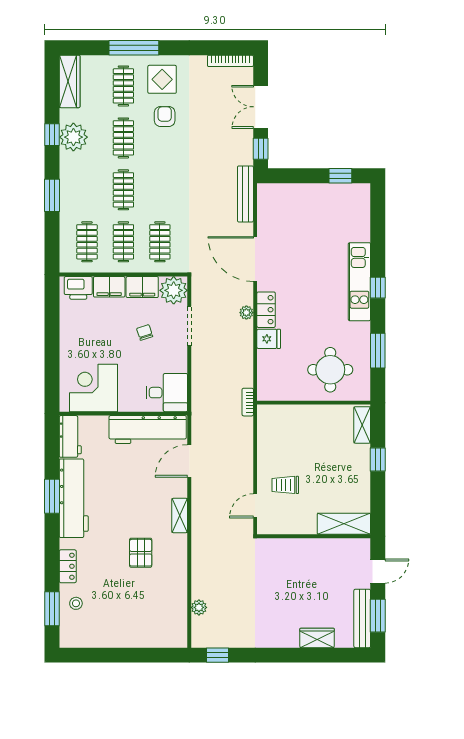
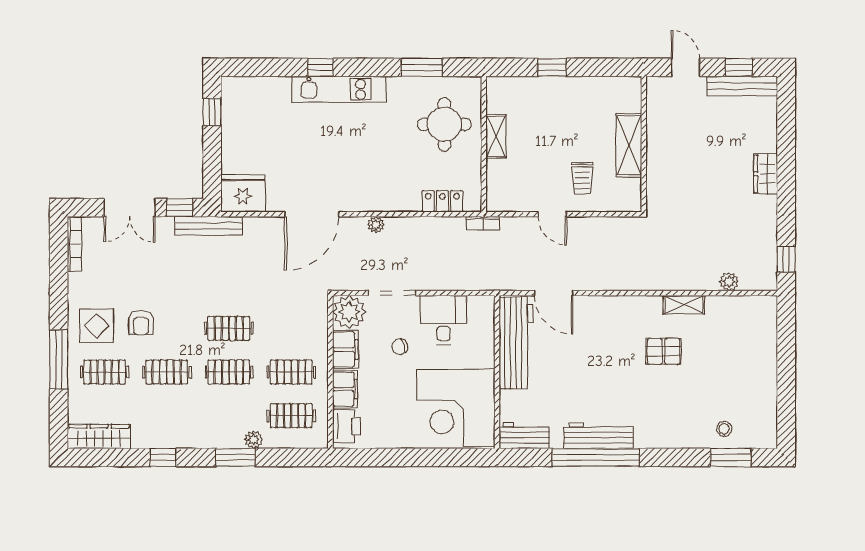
armchair: (165, 116) -> (141, 323), turned -90
plant: (73, 137) -> (254, 440), moved, width x0.53, depth x0.53
bench: (245, 194) -> (209, 226), moved
clothes rail: (160, 242) -> (229, 328), moved
window: (378, 288) -> (320, 67), moved
locker: (266, 310) -> (442, 201), moved
fridge: (269, 339) -> (243, 193), moved, width x1.88, depth x1.34
corner desk: (93, 388) -> (456, 408), width x1.36, depth x1.36
desk: (167, 393) -> (444, 320), moved
shelving: (362, 425) -> (496, 136), moved, turned 90
window: (52, 496) -> (596, 457), width x2.11
workbench: (74, 498) -> (598, 436), width x0.73, depth x0.76
door: (255, 506) -> (553, 214), moved
shelving: (180, 515) -> (684, 305), moved
shelving: (344, 524) -> (629, 145), moved
locker: (68, 566) -> (680, 439), removed
window: (378, 616) -> (739, 67), width x0.67
wardrobe: (317, 638) -> (766, 174), moved

